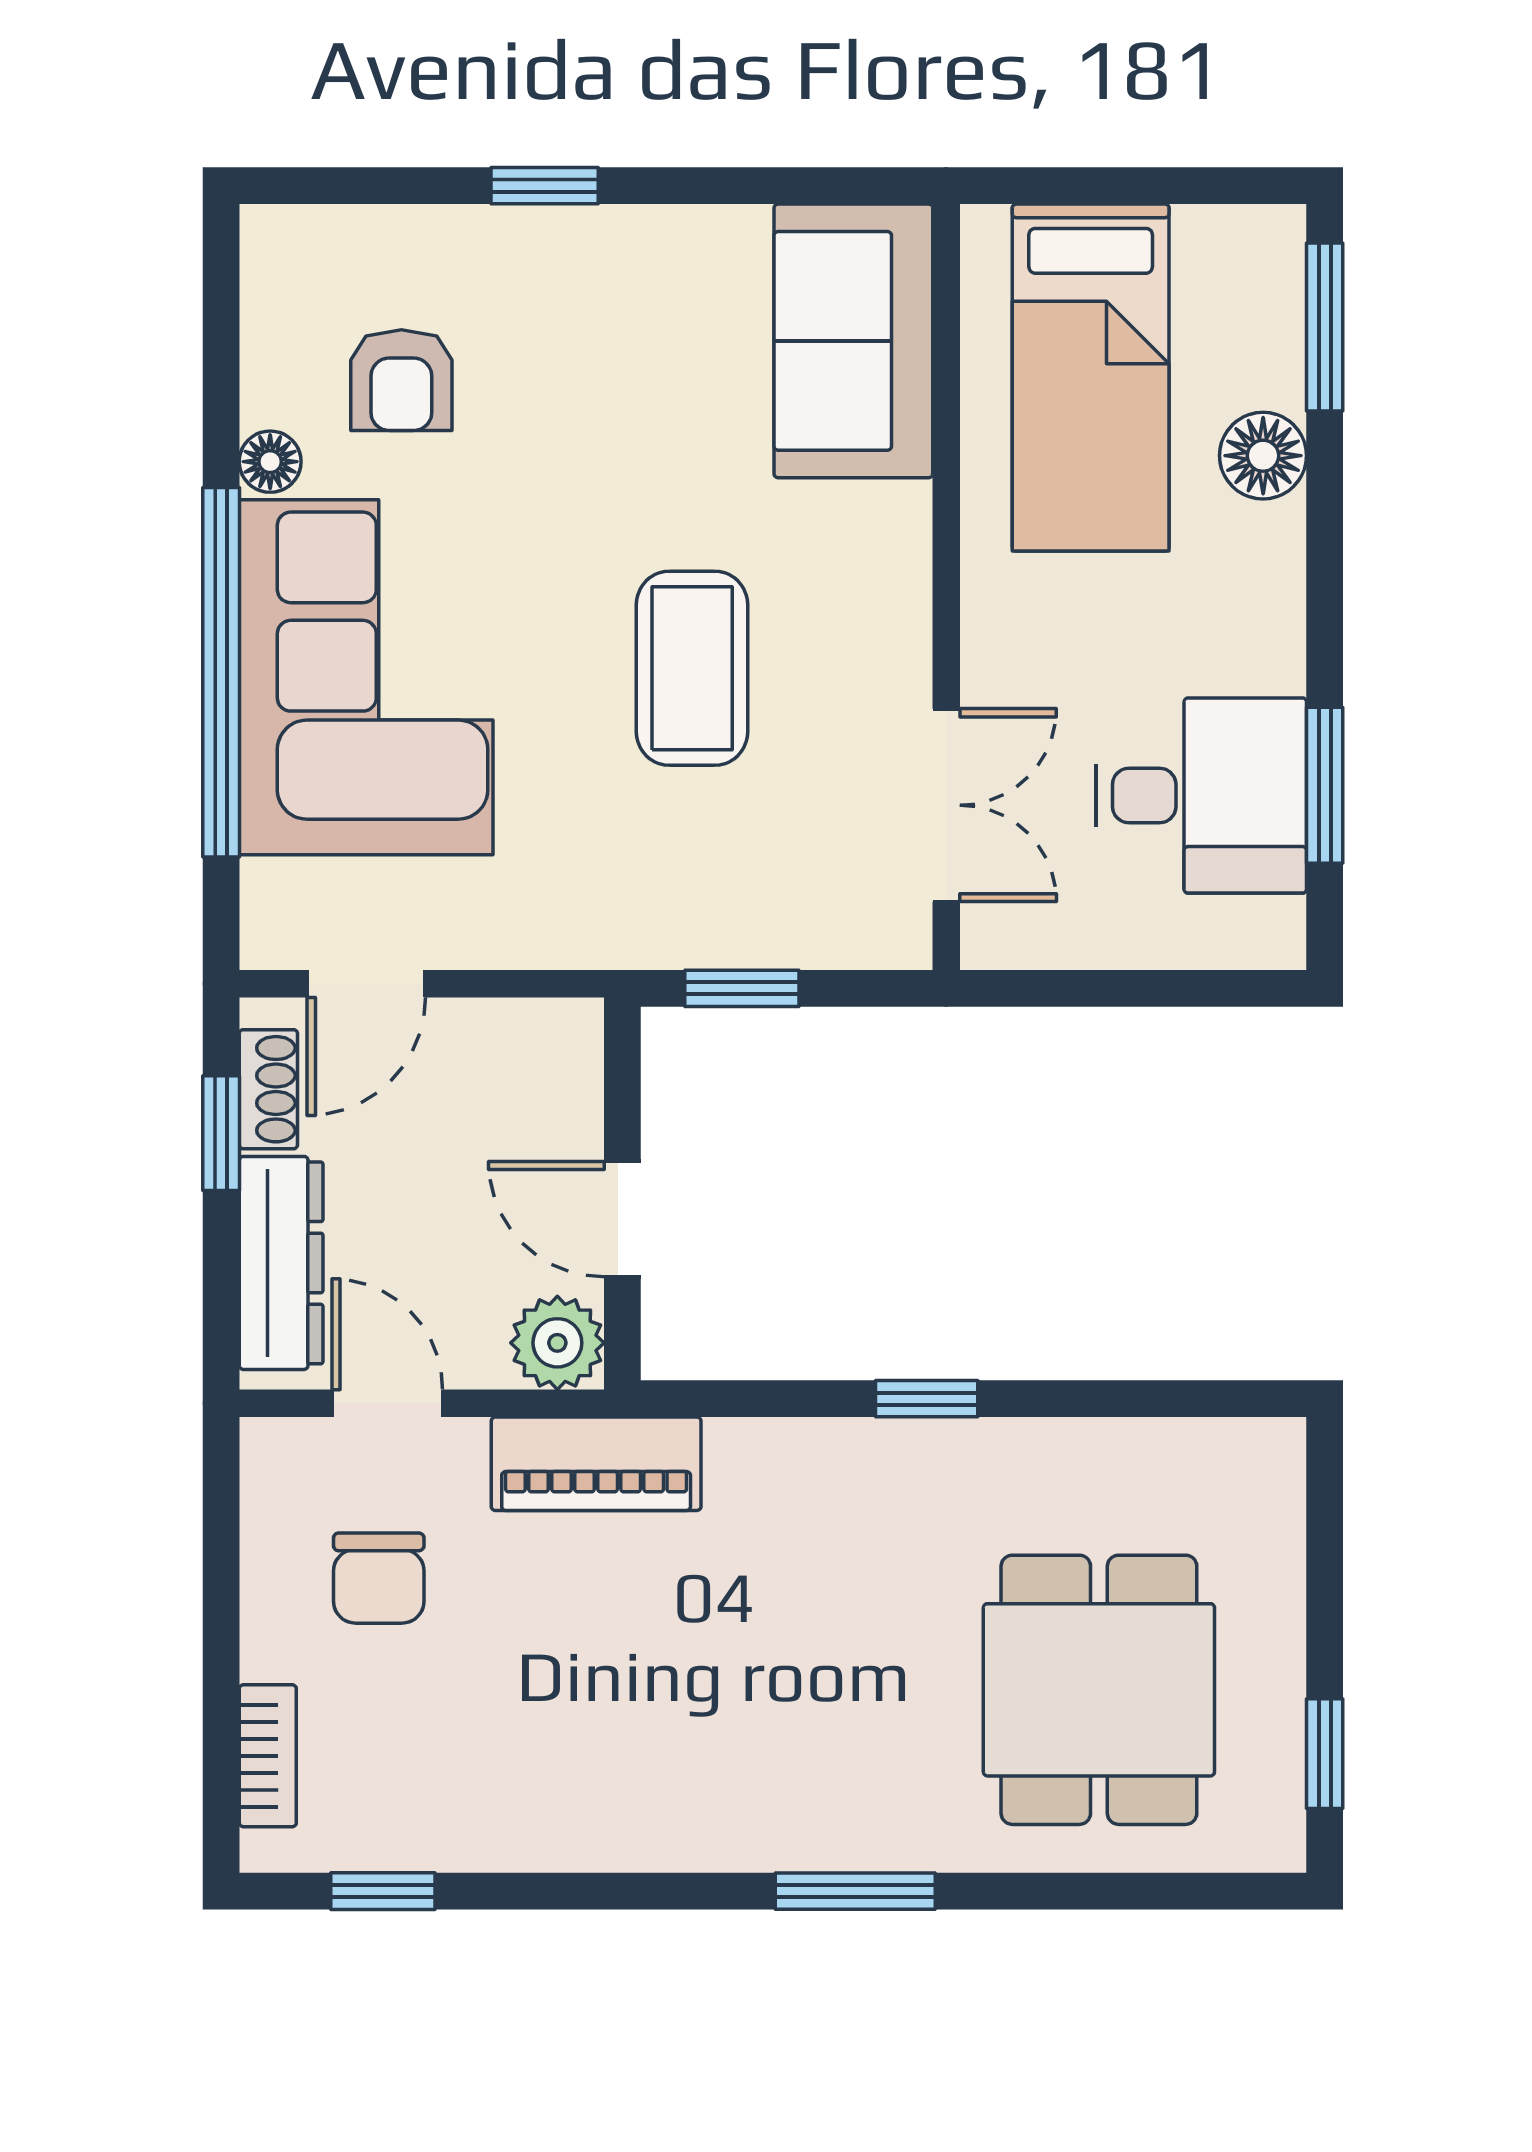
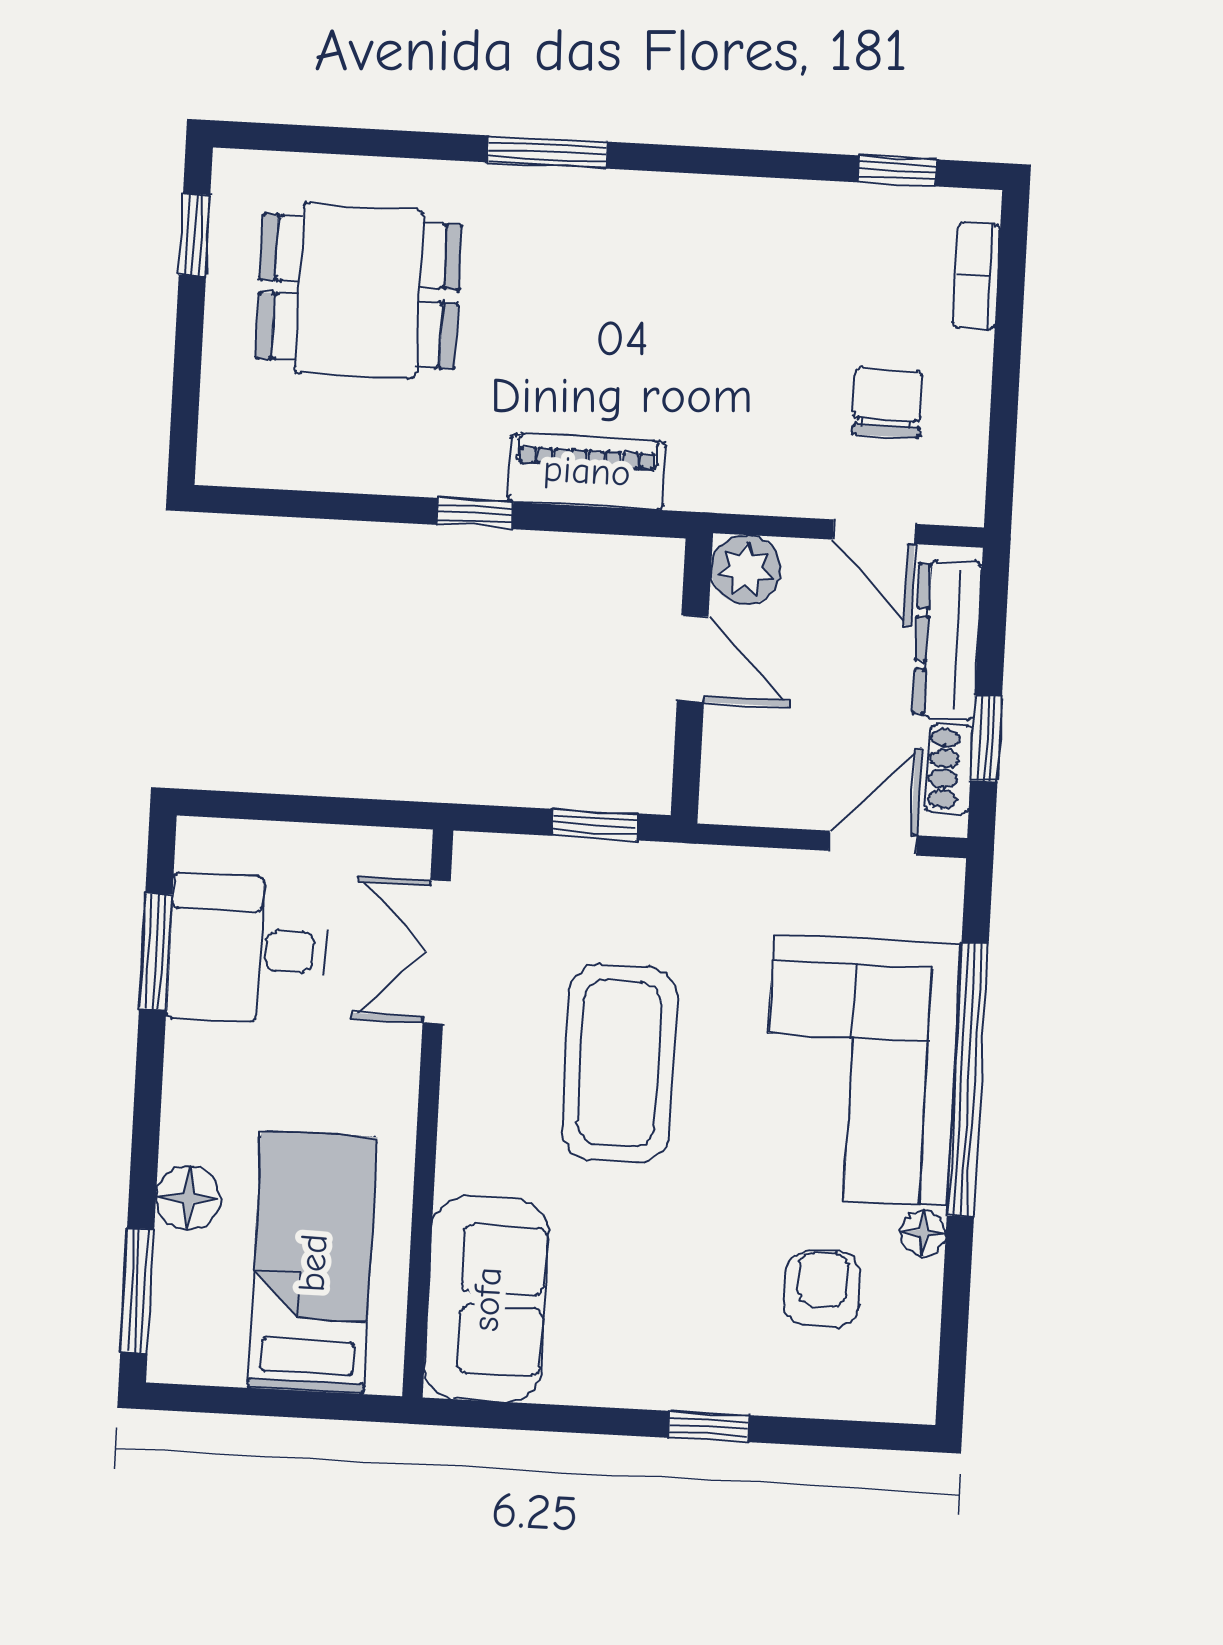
coffee table: (692, 668) -> (619, 1063), width x1.36, depth x1.32
piano: (596, 1464) -> (587, 471), moved
dining table: (1099, 1690) -> (359, 291), turned 90

